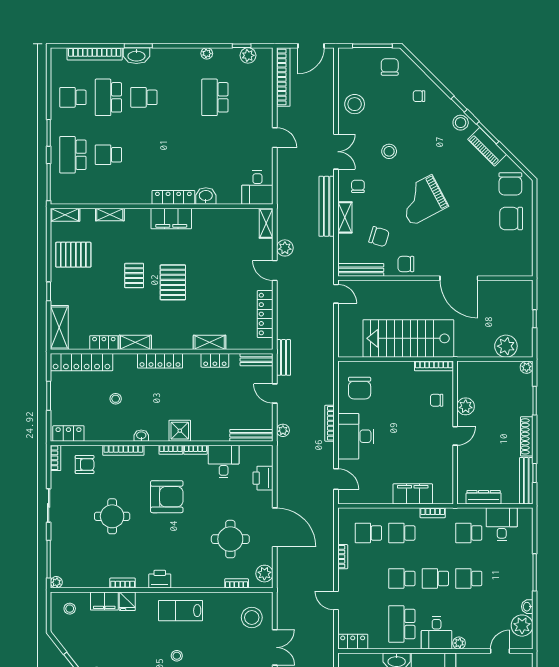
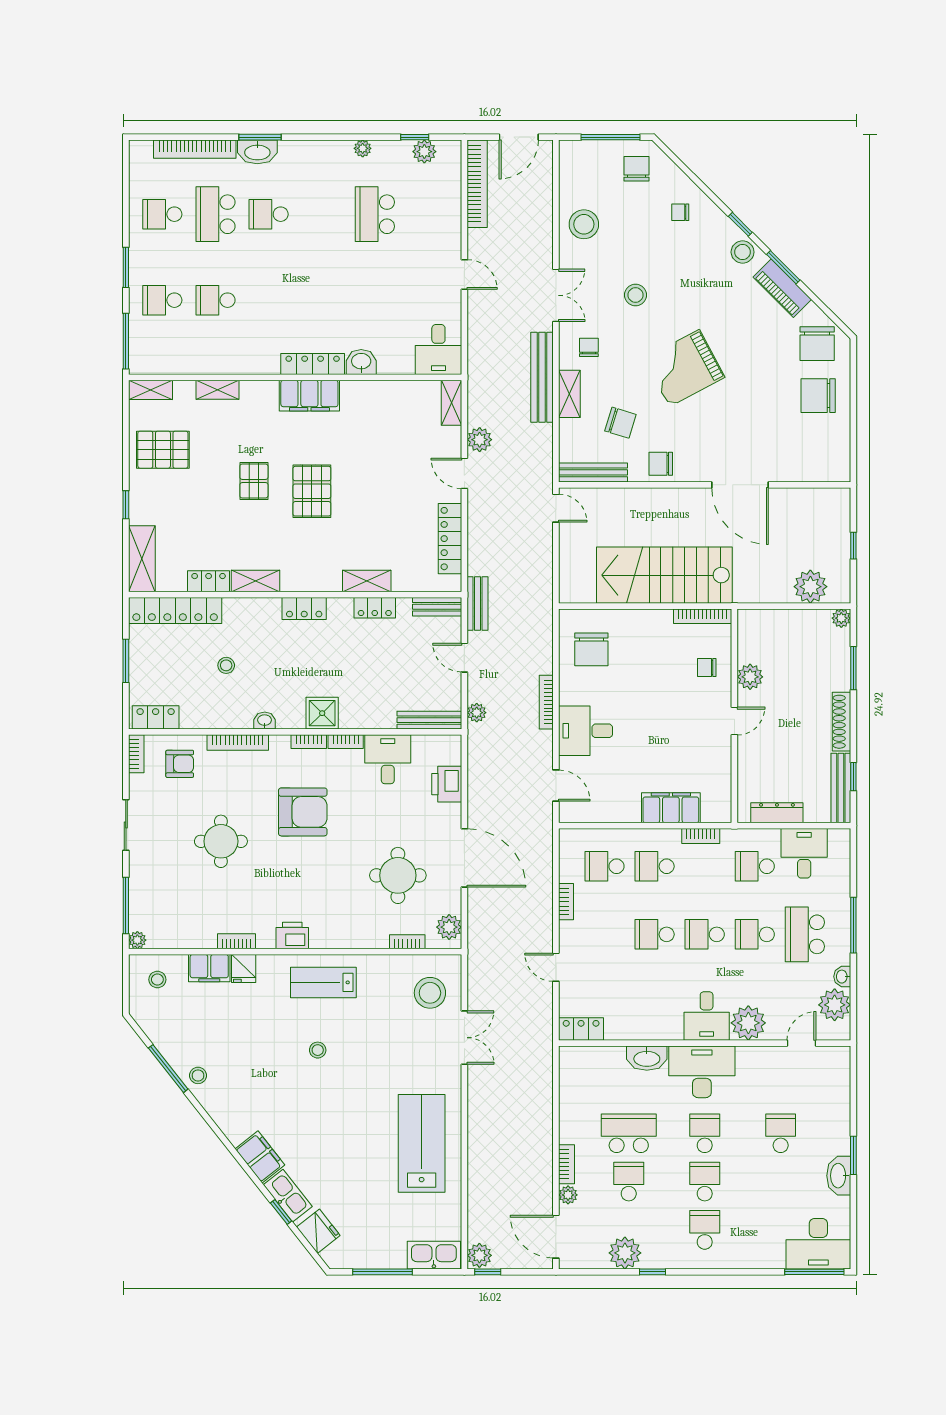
school desk: (73, 155) -> (162, 300), width x0.54
locker: (160, 361) -> (304, 608), width x0.66
desk: (356, 436) -> (586, 731), width x0.73
school desk: (402, 624) -> (805, 934), moved
plant: (459, 643) -> (748, 1023), width x1.88, depth x1.88

